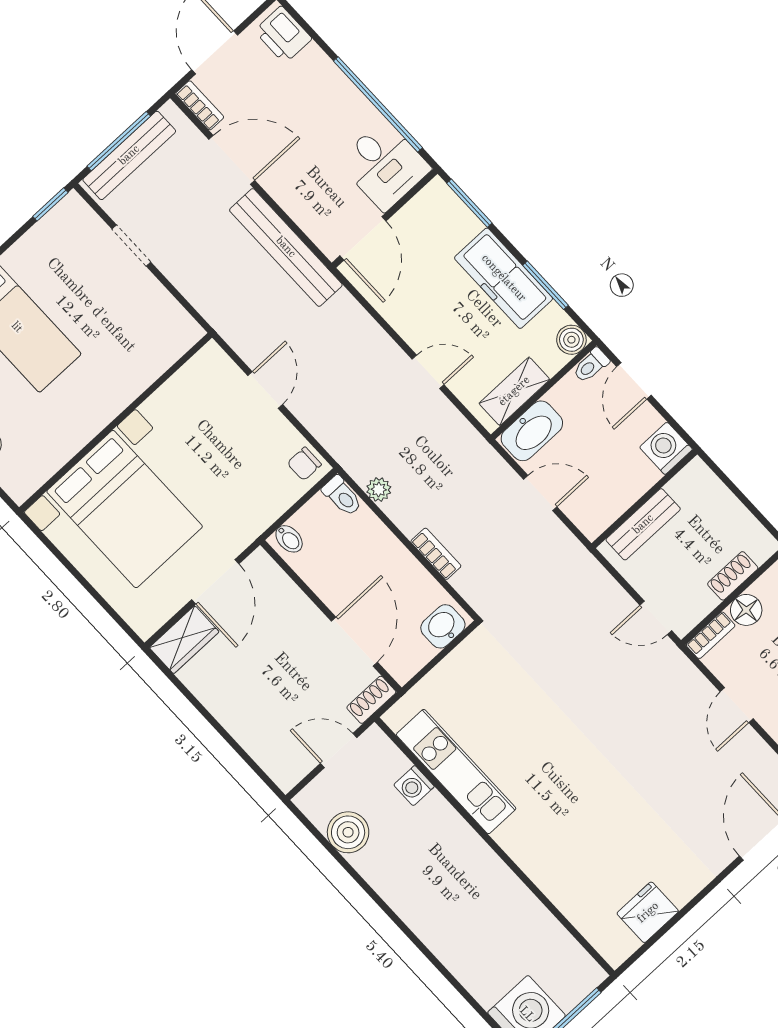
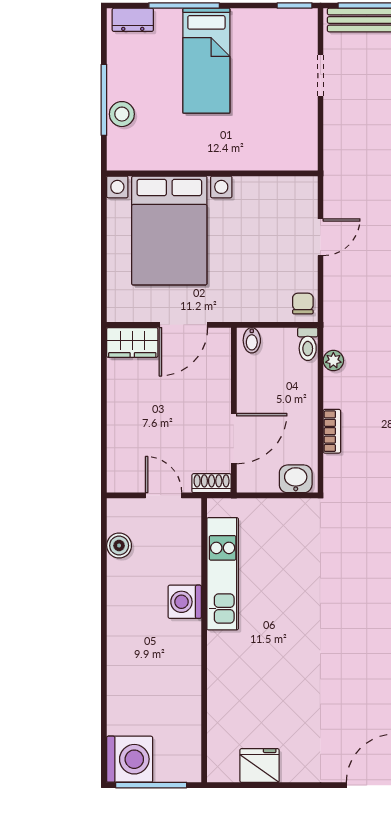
chair: (304, 464) -> (303, 304), turned 90
washing machine: (414, 786) -> (185, 602), moved, width x1.38, depth x1.38
boiler: (348, 832) -> (119, 546), width x0.73, depth x0.73

